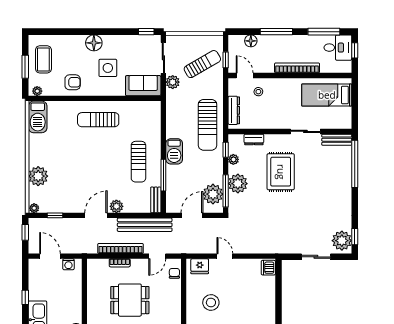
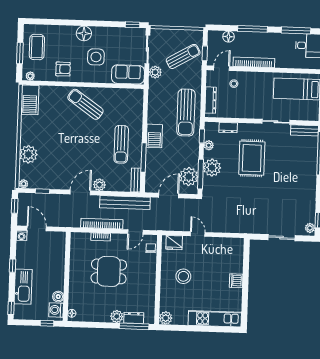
bookcase: (297, 68) -> (254, 62), moved
door: (245, 75) -> (222, 68), hinge flipped
sun lounger: (98, 120) -> (85, 104), turned 35
plant: (342, 241) -> (310, 228), width x0.53, depth x0.53
washing machine: (68, 264) -> (22, 235), moved
dishwasher: (268, 268) -> (236, 281), moved

